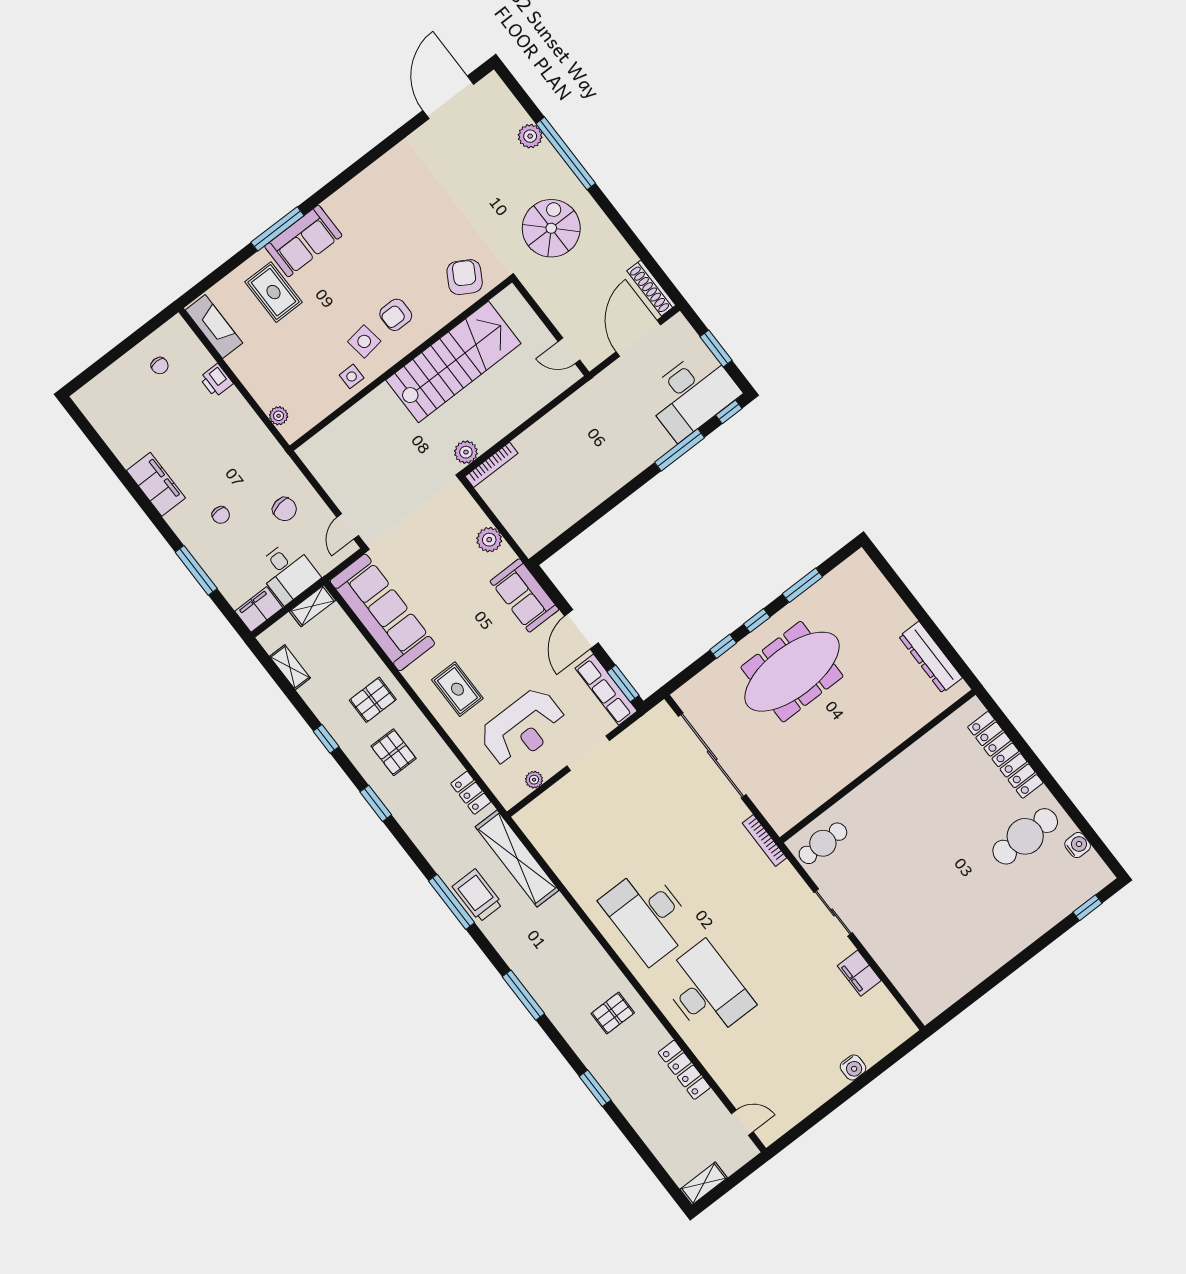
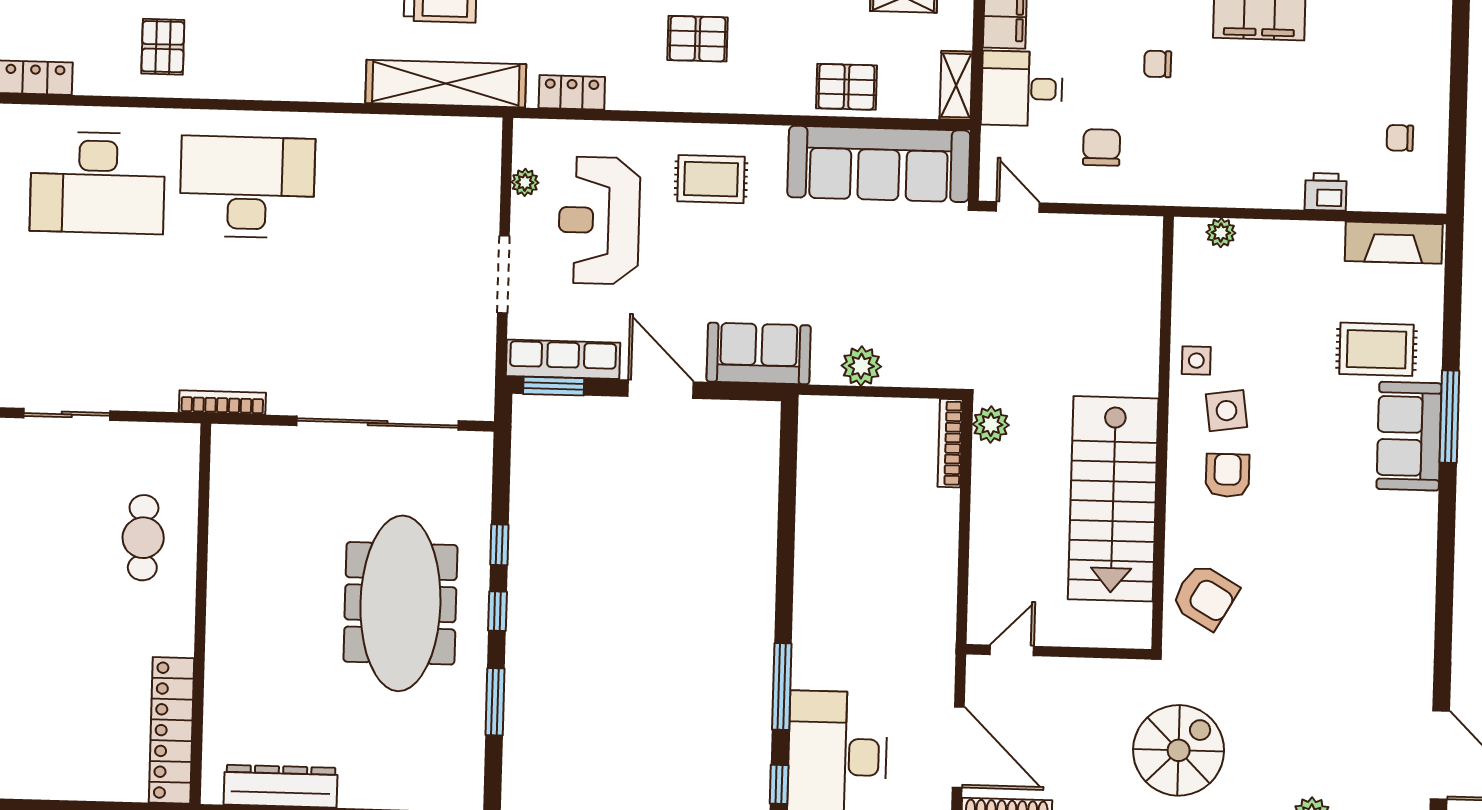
spiral stairs: (551, 228) -> (1179, 750), turned -90
chair: (285, 509) -> (1102, 147), turned 101
pallet: (373, 700) -> (846, 87), moved, turned 90
locker: (1005, 755) -> (171, 730), moved, turned -90
cafe table: (823, 843) -> (143, 538), moved

